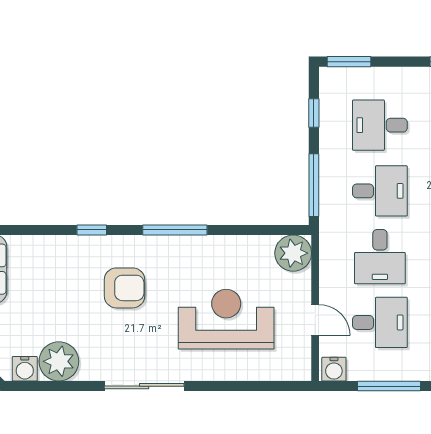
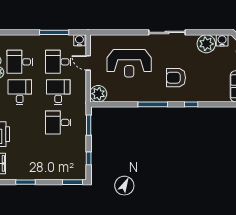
desk: (380, 125) -> (58, 153), removed
window: (314, 185) -> (89, 125), width x0.69

